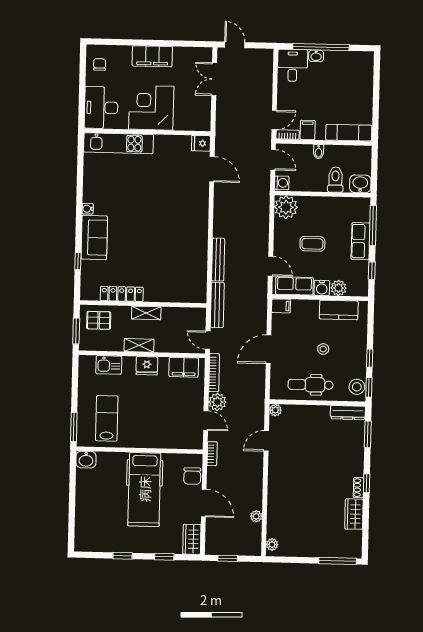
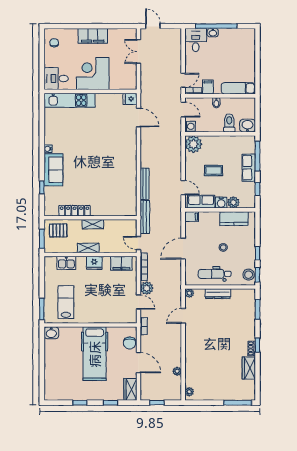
desk: (101, 108) -> (56, 79), width x0.73
dresser: (348, 413) -> (218, 294), moved

